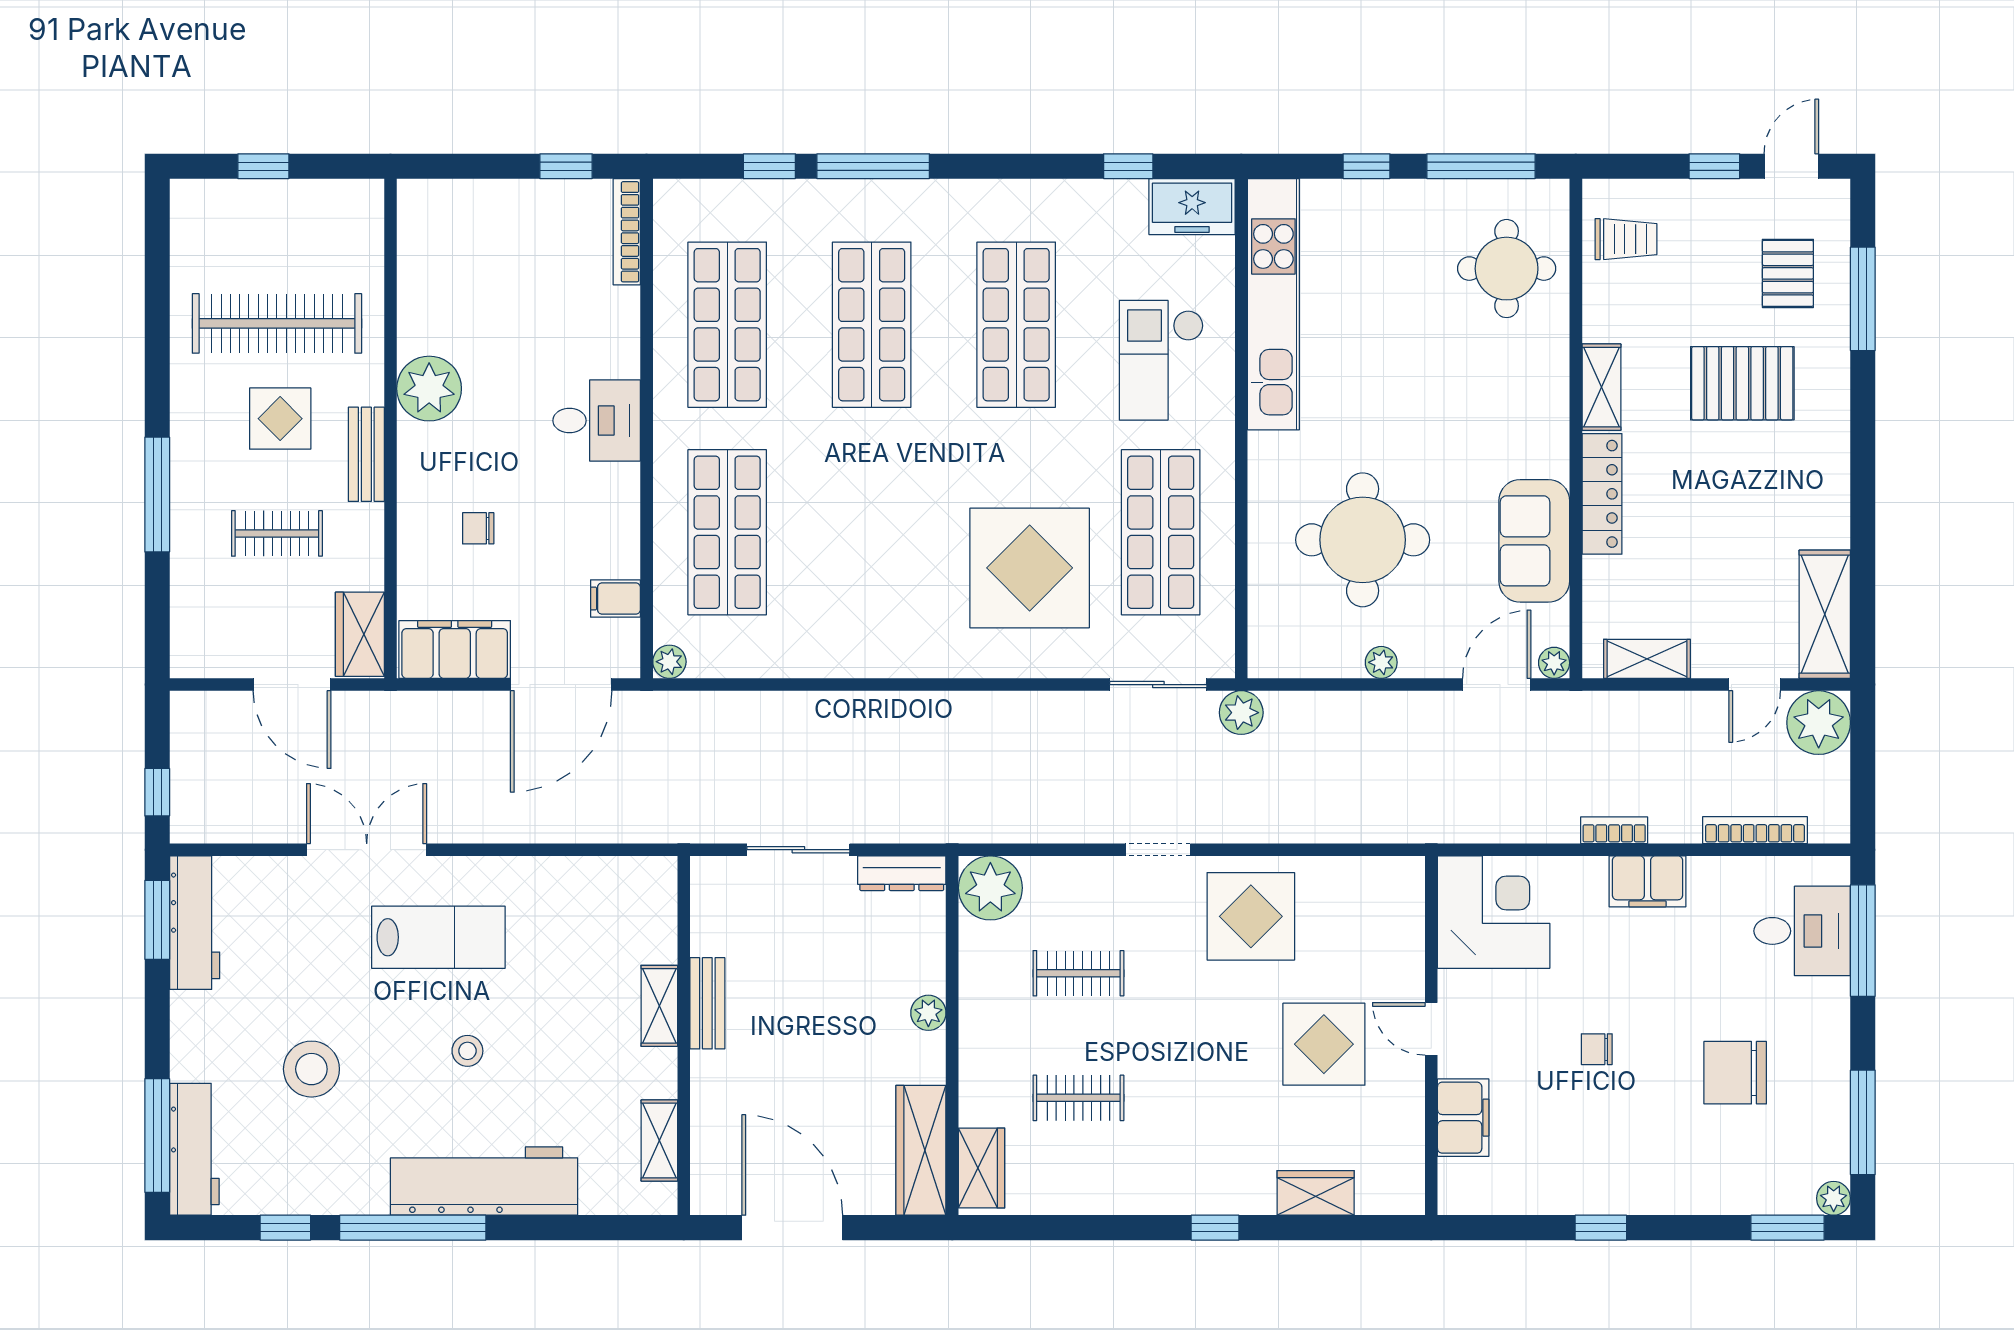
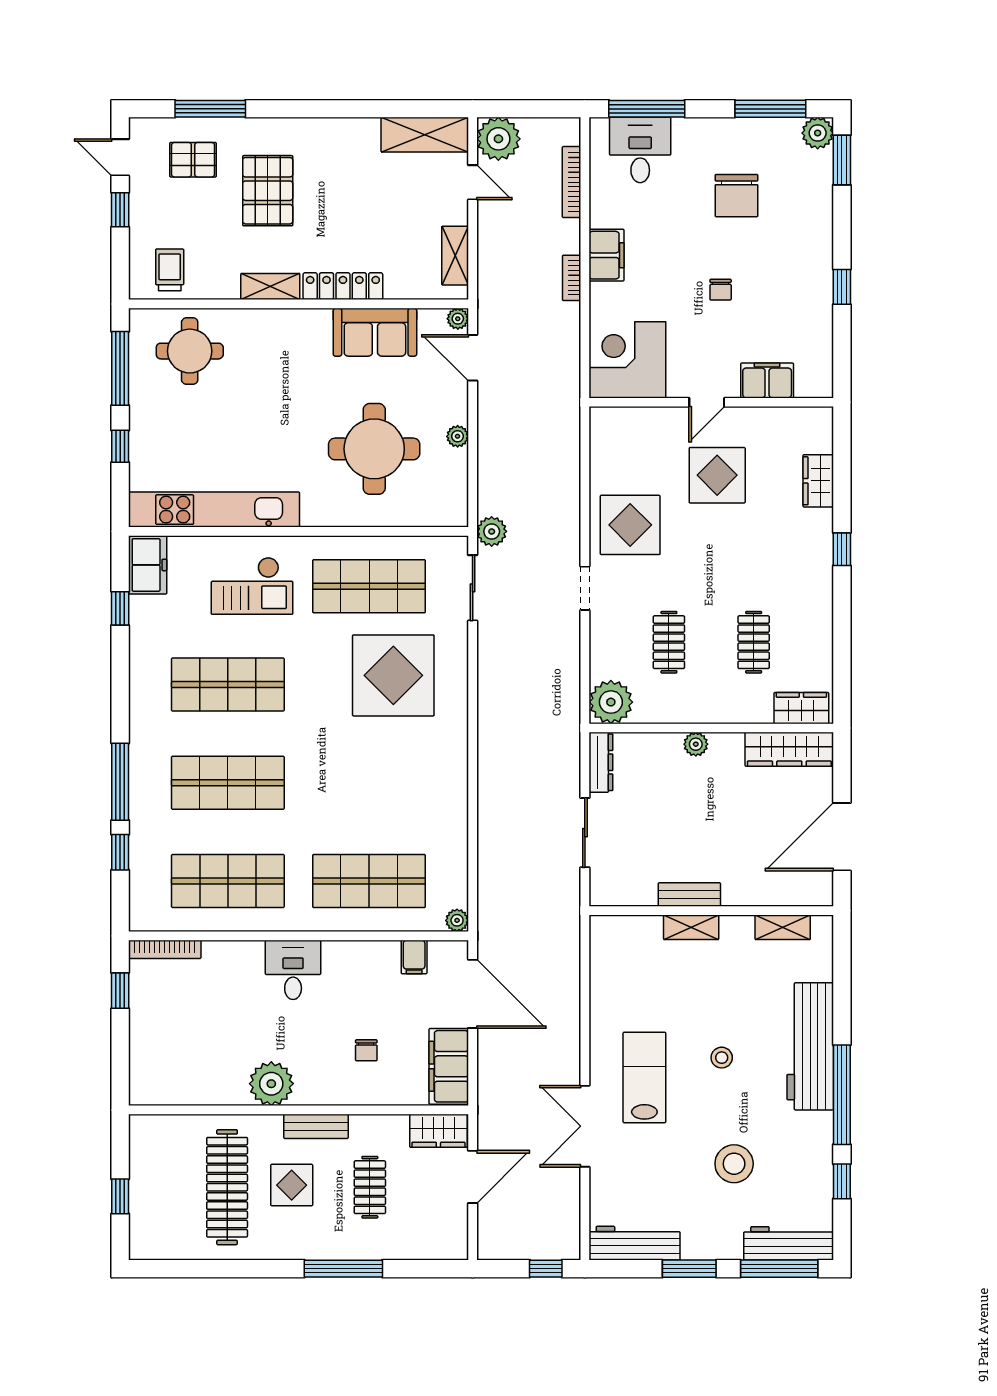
window: (157, 920) -> (689, 1269), moved
plant: (1834, 1198) -> (818, 133), width x1.38, depth x1.38

